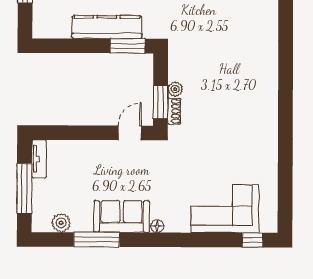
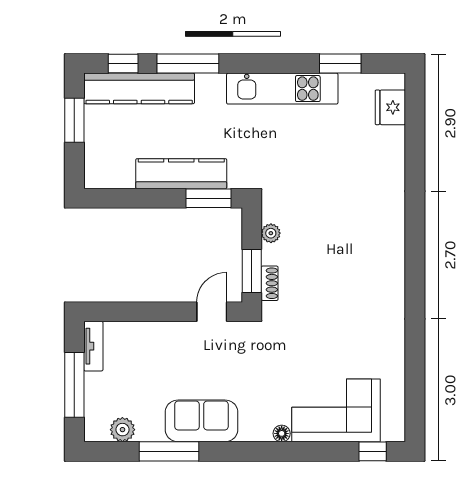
plant: (175, 89) -> (271, 233), moved
floor lamp: (157, 226) -> (282, 433), moved

